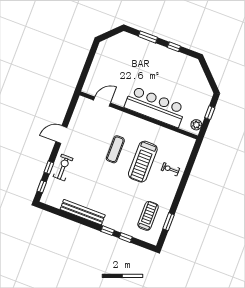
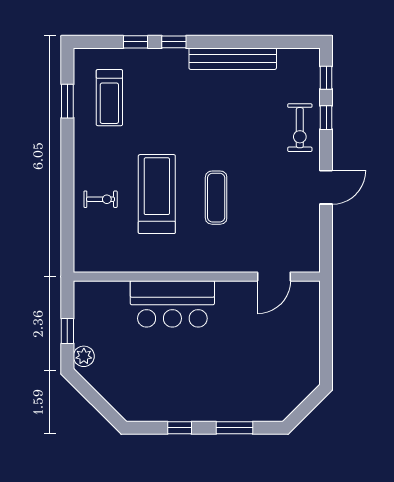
bar counter: (155, 107) -> (172, 304), width x0.73
plant: (196, 125) -> (84, 356), moved

